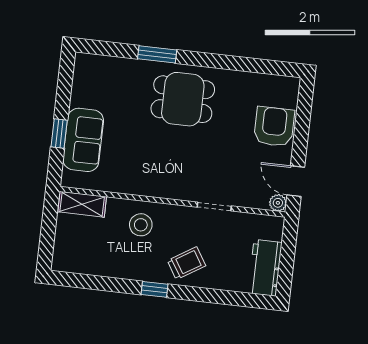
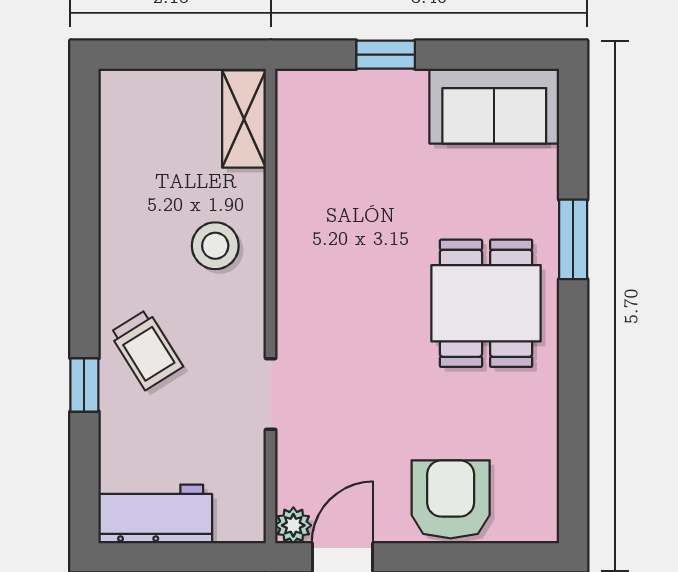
armchair: (274, 127) -> (451, 499), turned -90
sofa: (83, 140) -> (494, 106), moved
window: (155, 289) -> (84, 385), moved

